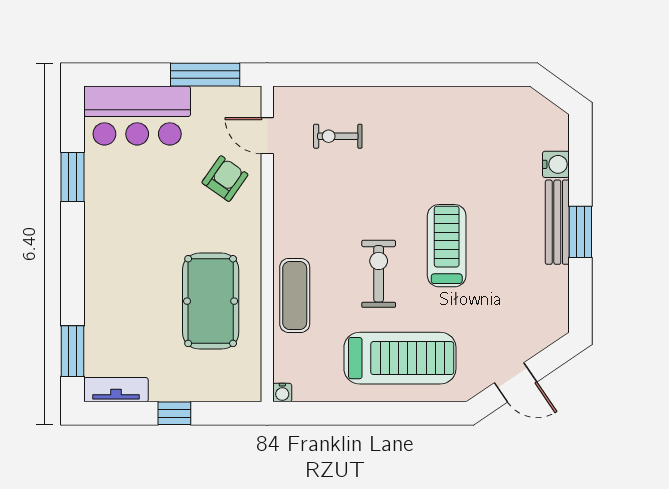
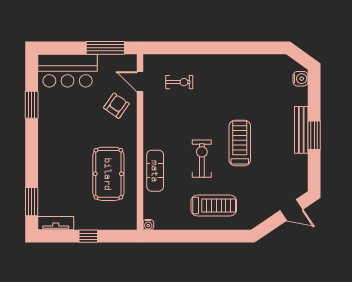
exercise bike: (338, 136) -> (179, 82), turned 180
water cooler: (556, 164) -> (300, 79), moved
treadmill: (400, 358) -> (214, 206), width x0.73, depth x0.73
door: (516, 382) -> (291, 210), moved

